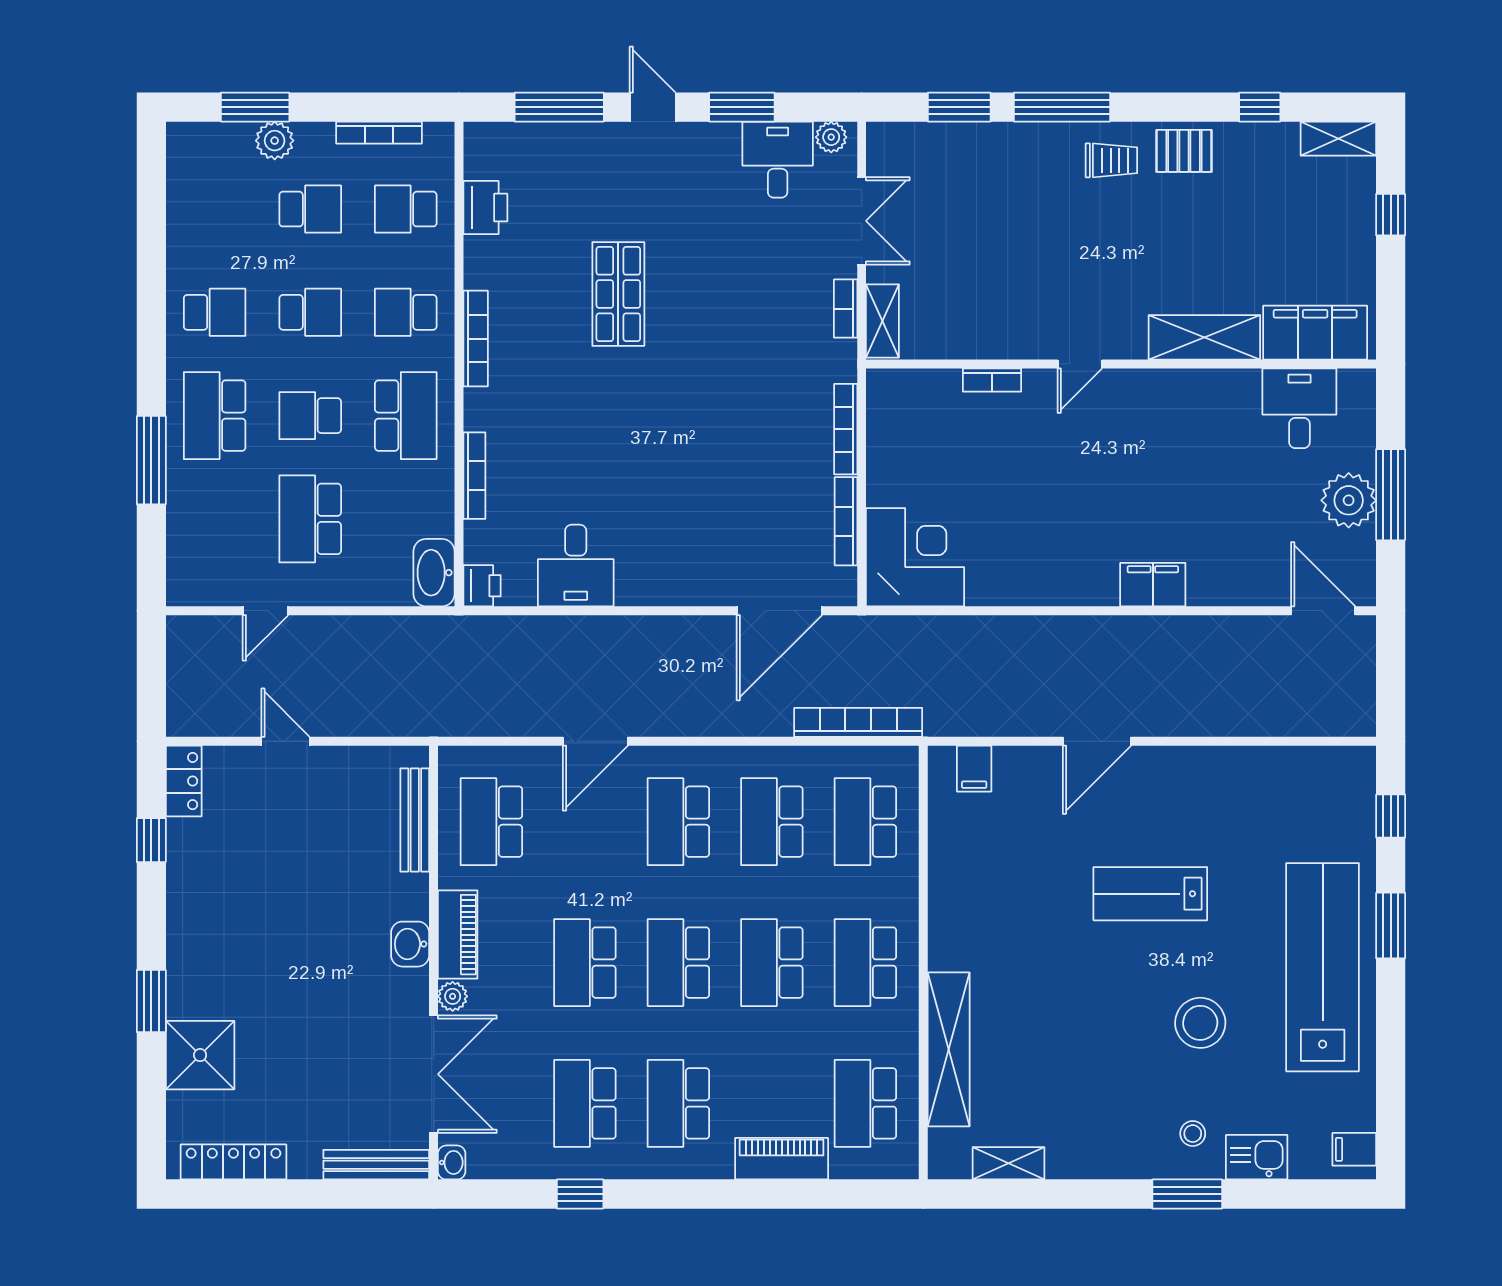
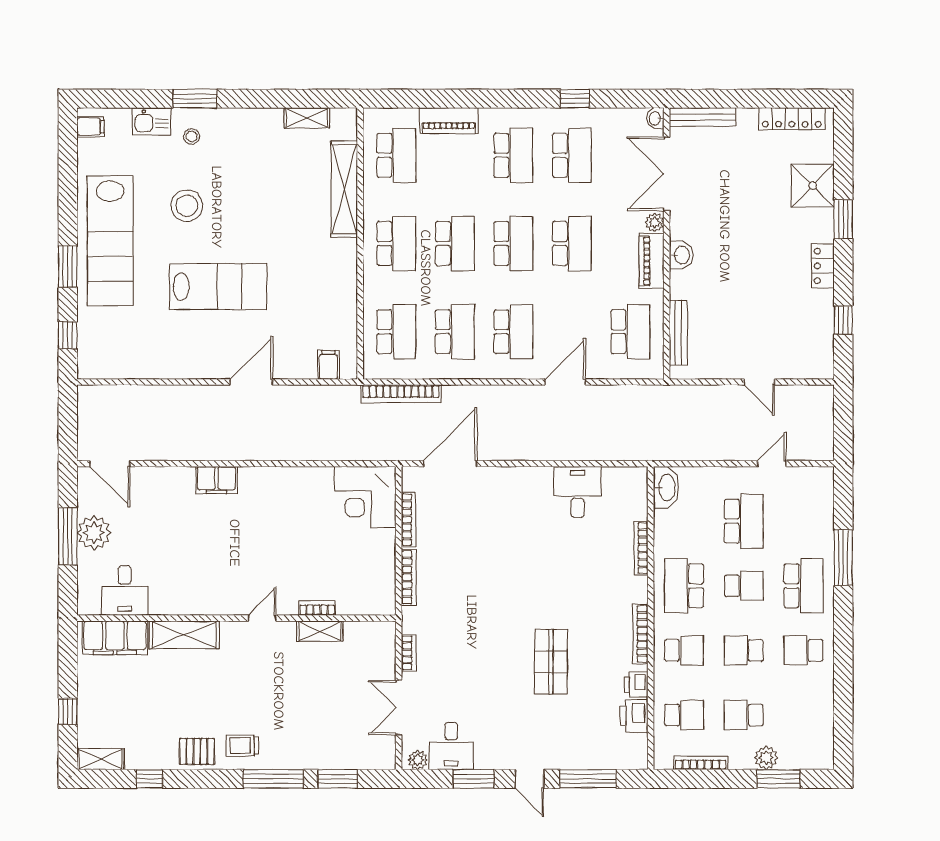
shelving: (882, 321) -> (320, 631), moved, turned 90
printer: (482, 586) -> (636, 685), moved
locker: (184, 781) -> (823, 266), moved
lab bench: (1150, 894) -> (218, 287), width x1.36, depth x1.39

